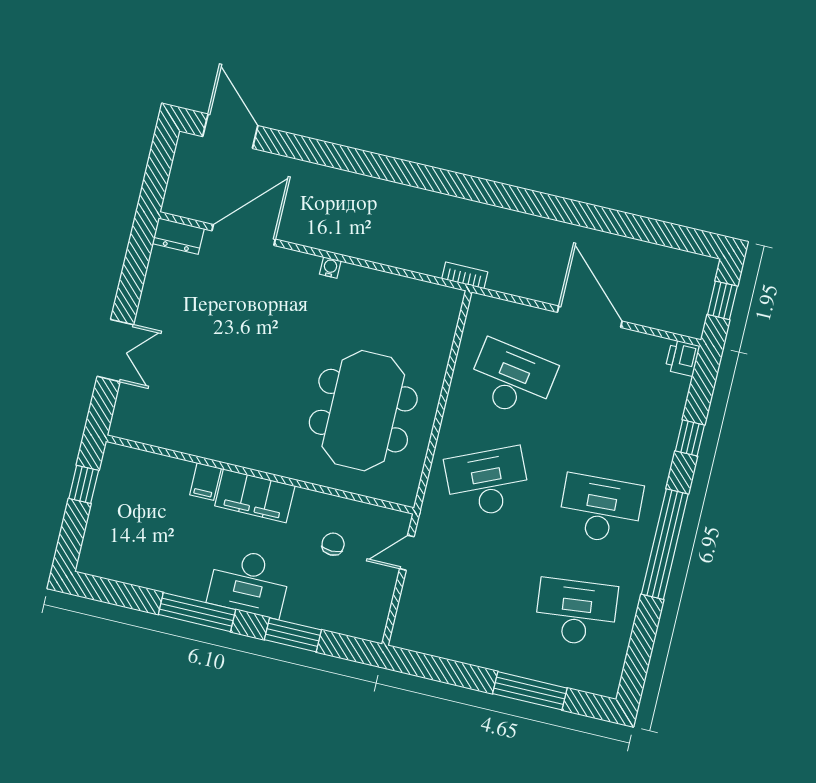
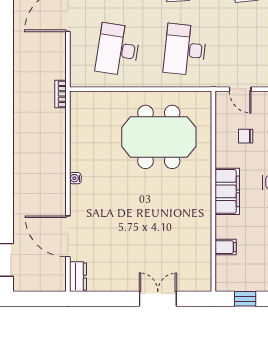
filing cabinet: (205, 482) -> (226, 247), moved
desk: (487, 482) -> (185, 50), turned 30

